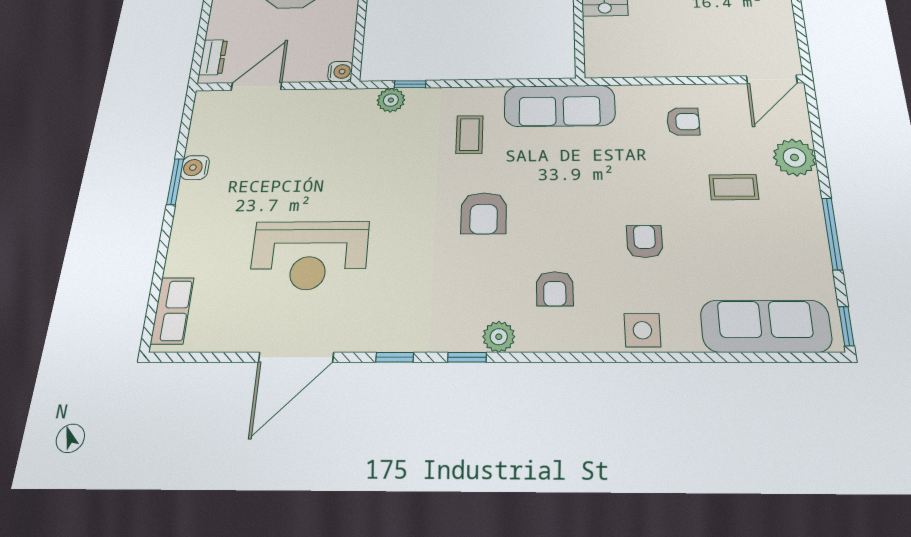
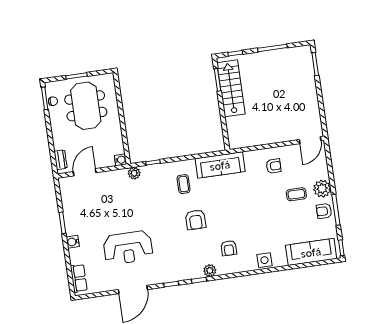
plant: (391, 100) -> (134, 173), moved
plant: (794, 157) -> (322, 189), moved
water cooler: (195, 168) -> (73, 242), moved
armchair: (645, 241) -> (324, 211), moved, turned -90

